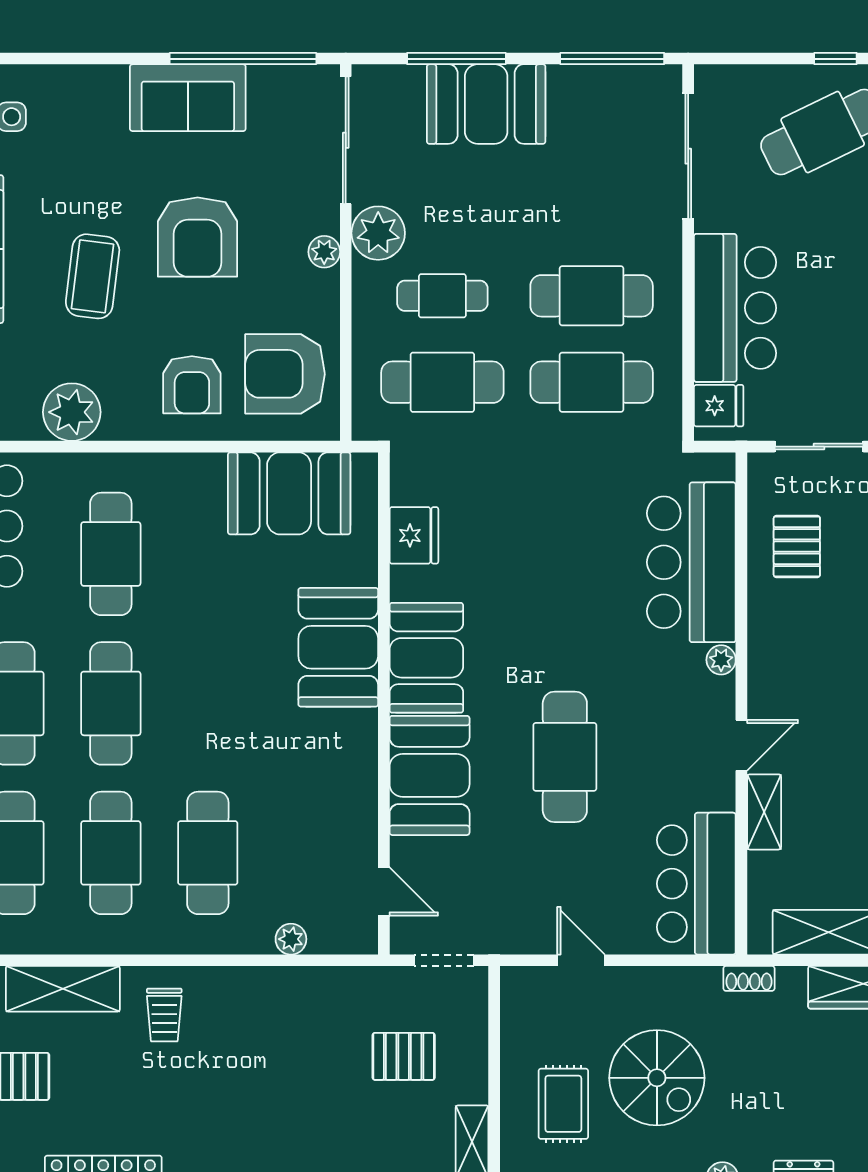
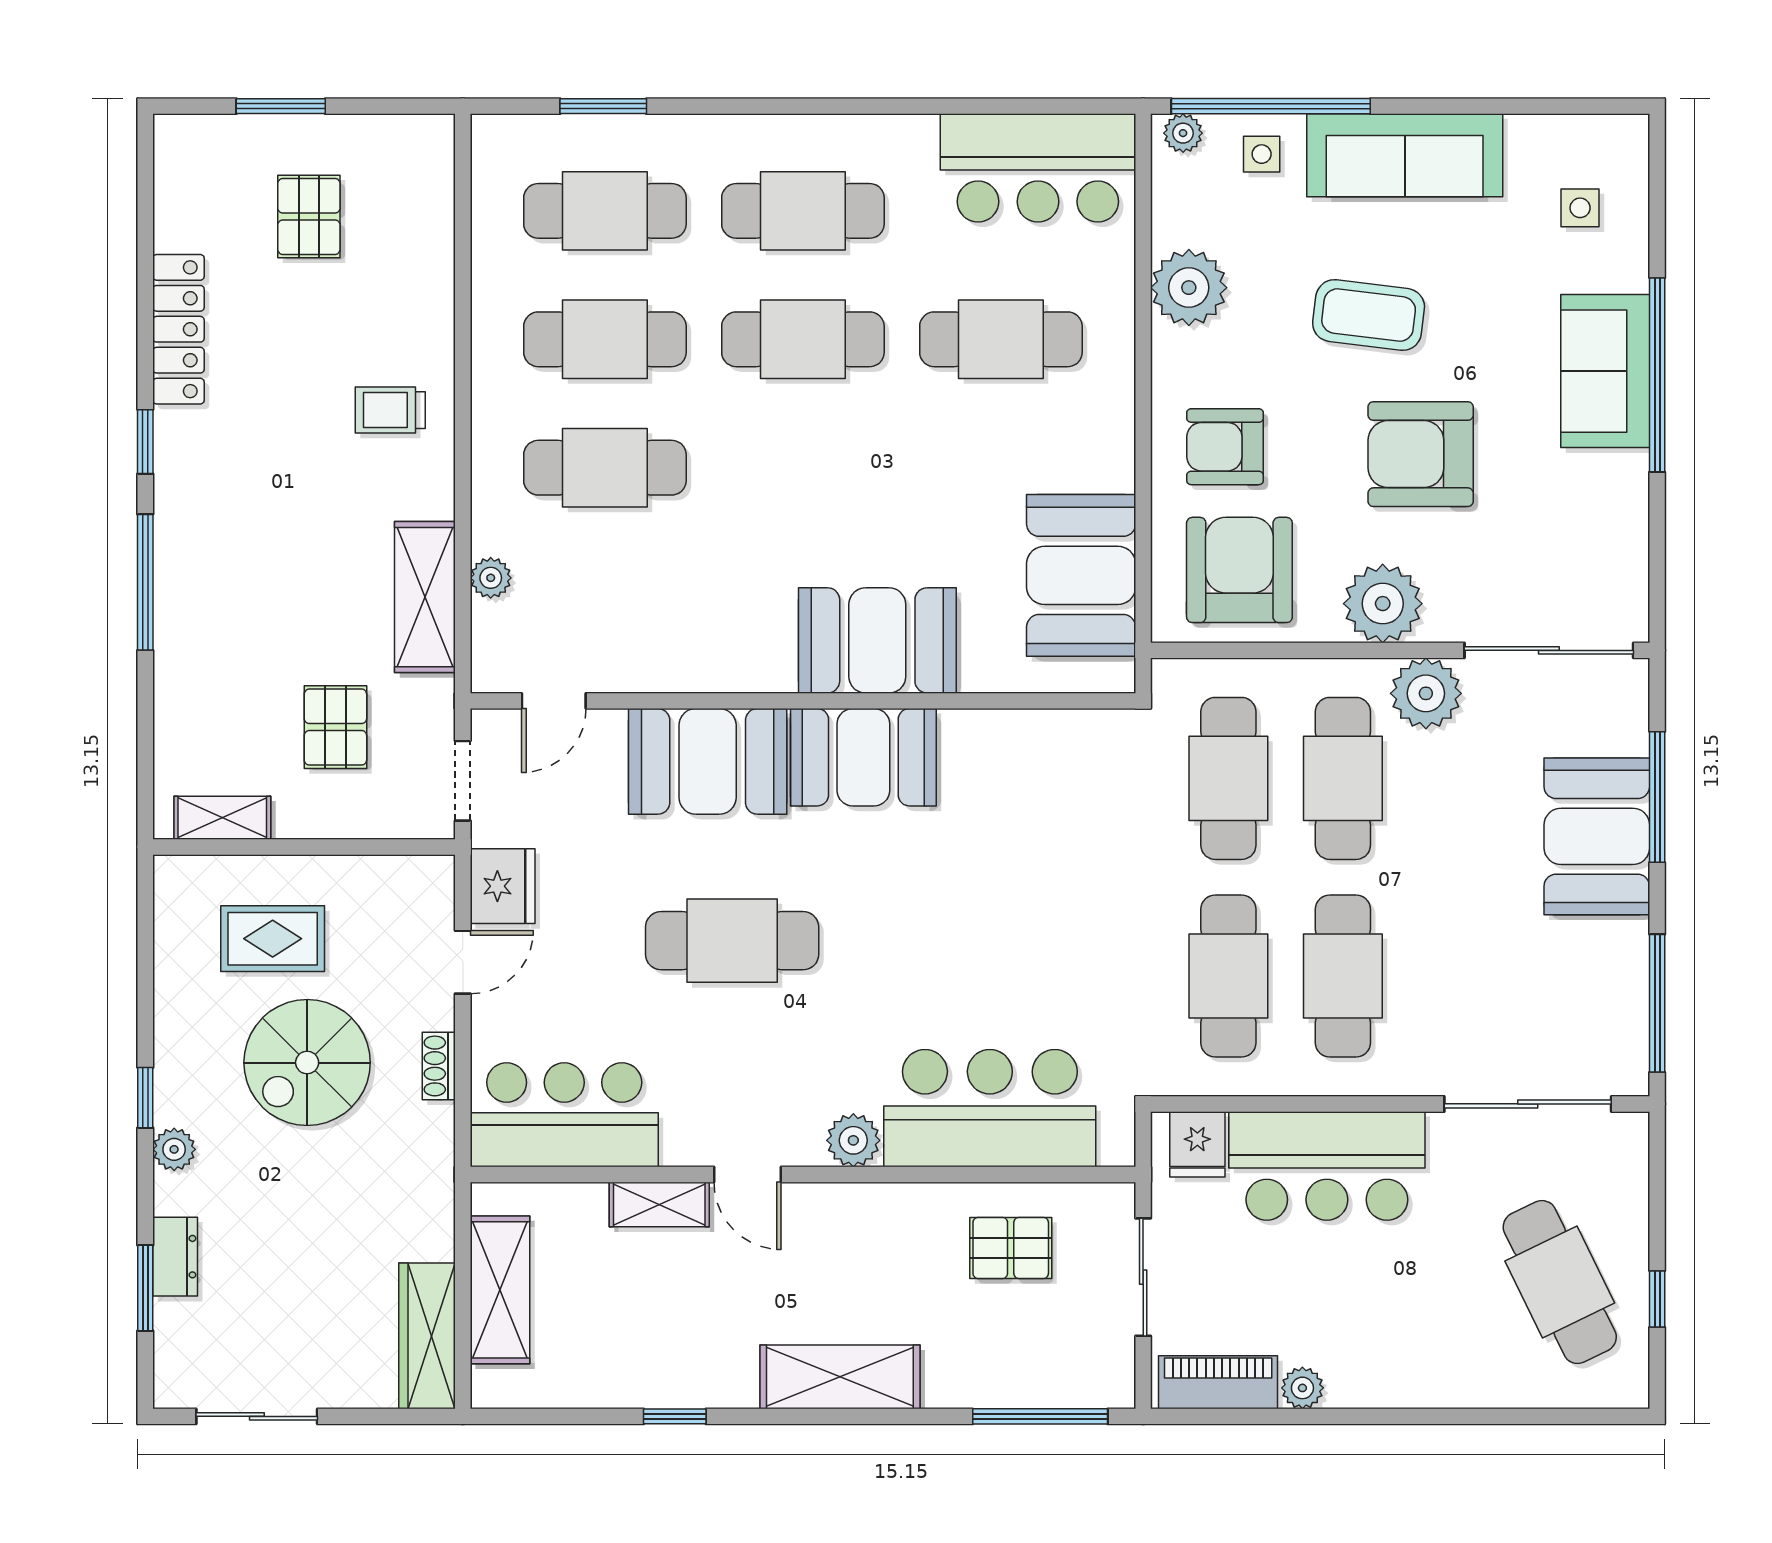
window: (243, 59) -> (1657, 375), moved
sofa: (188, 98) -> (1605, 371), moved
plant: (324, 252) -> (1383, 604), width x1.87, depth x1.87
cafe table: (442, 296) -> (1343, 778), width x1.37, depth x1.35
fridge: (414, 535) -> (503, 886), moved, turned -90
plant: (721, 660) -> (853, 1140), width x1.38, depth x1.38
shoe rack: (749, 978) -> (439, 1066), moved
shelving: (63, 989) -> (425, 597), moved

